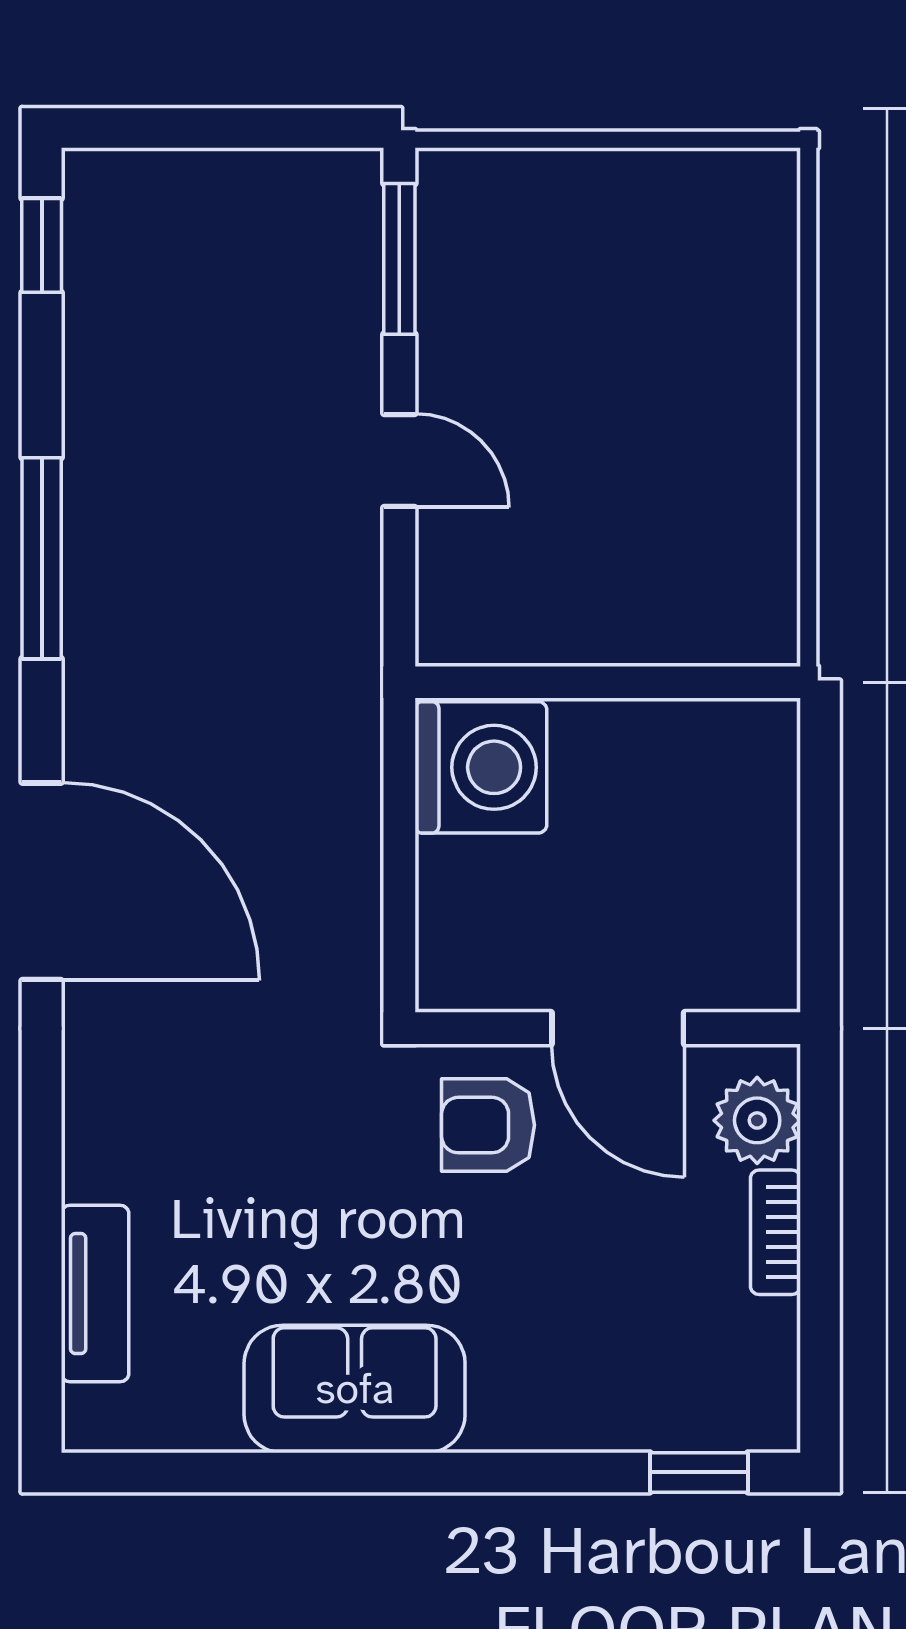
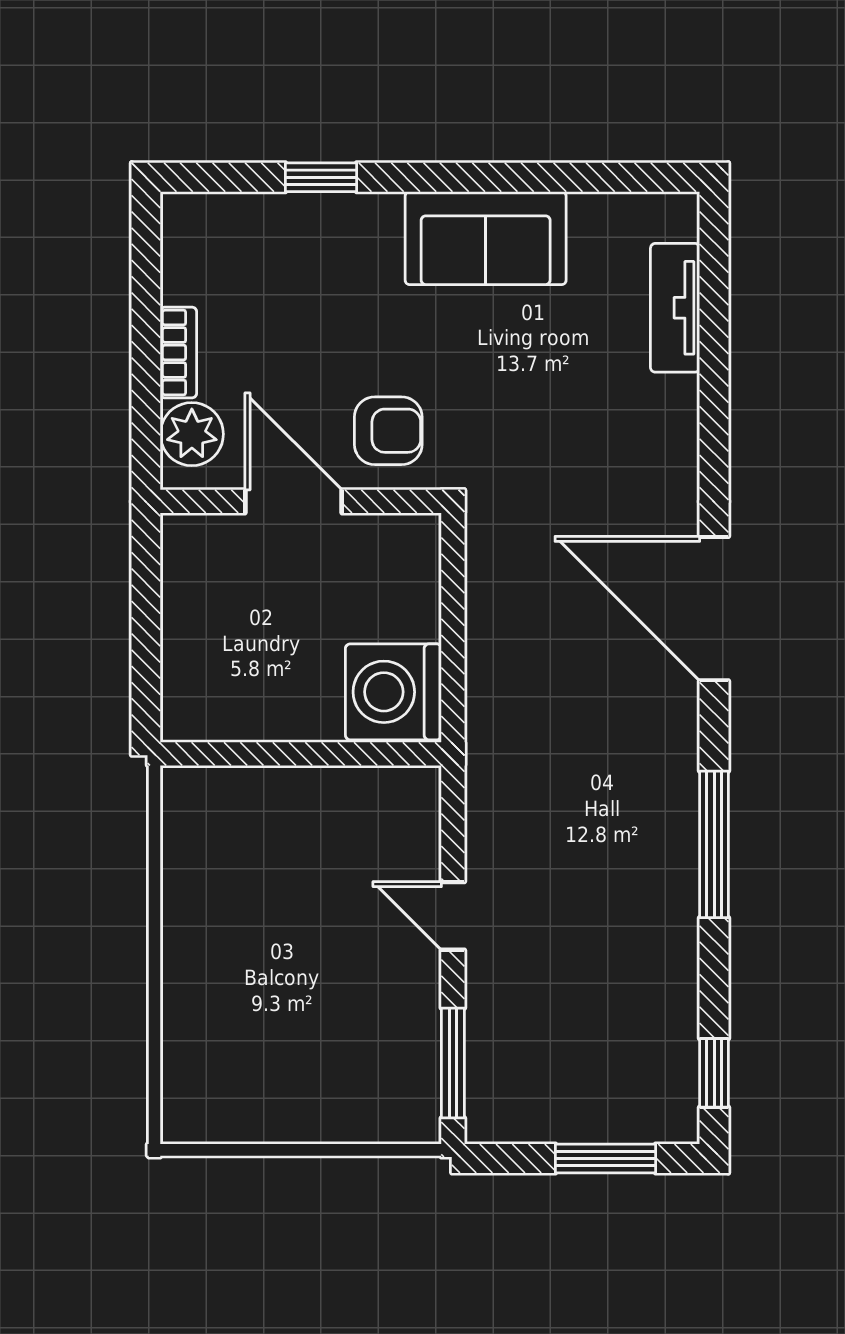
window: (190, 128) -> (605, 1159), added
window: (699, 1472) -> (321, 177), moved

